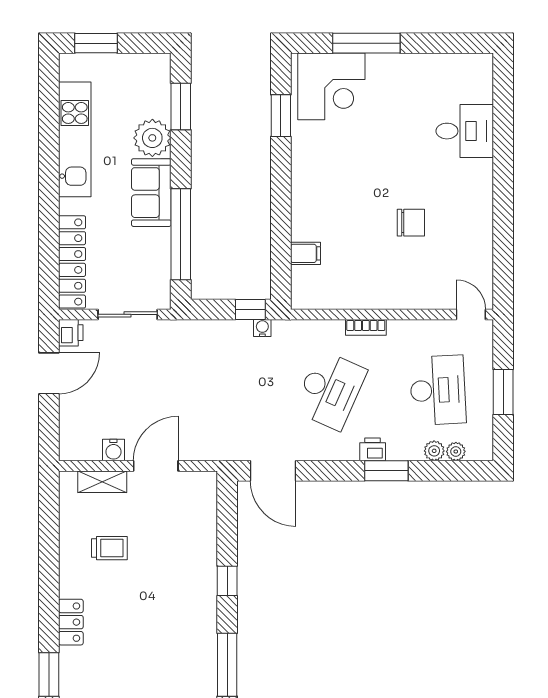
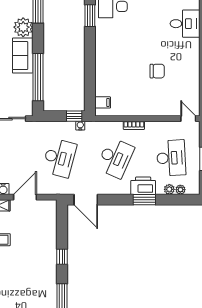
filing cabinet: (306, 253) -> (103, 102), moved
desk: (222, 390) -> (59, 158), added
printer: (373, 449) -> (143, 186), width x1.87, depth x1.48

